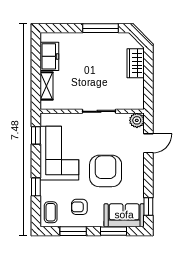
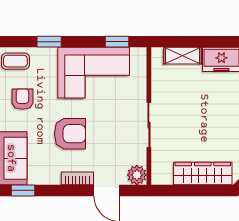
wardrobe: (136, 63) -> (203, 174), width x1.50
bookcase: (139, 165) -> (77, 178), added
armchair: (106, 171) -> (70, 134), width x0.73, depth x0.73

